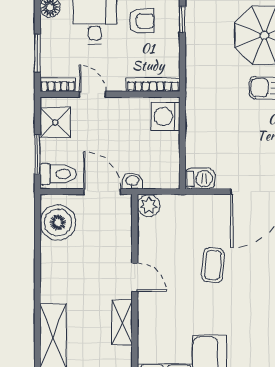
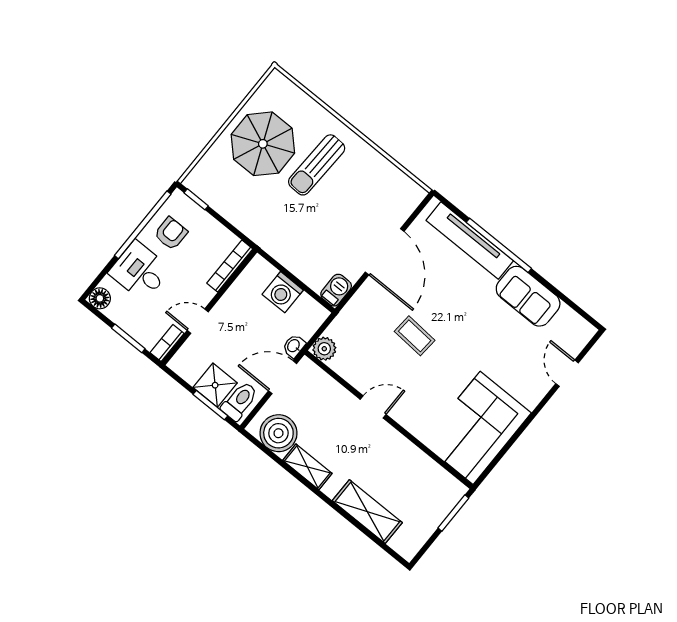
washing machine: (166, 117) -> (283, 292), moved
shower: (55, 122) -> (215, 385), moved
shelving: (122, 322) -> (307, 467), moved

